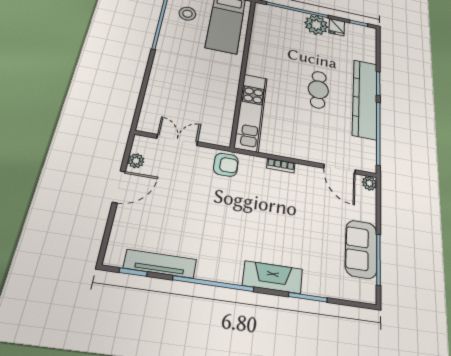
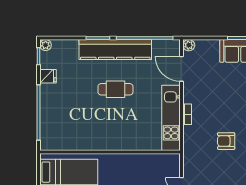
plant: (316, 25) -> (46, 45), moved, width x0.53, depth x0.53
kitchen unit: (251, 112) -> (171, 118), moved, turned -90
armchair: (226, 165) -> (226, 141), moved, turned -90
door: (340, 169) -> (182, 69), swing flipped

